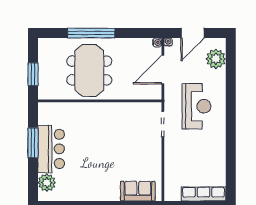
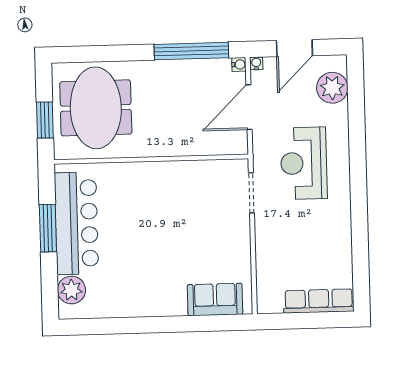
window: (91, 33) -> (191, 51), moved
meeting table: (89, 70) -> (96, 108), moved
reception desk: (196, 106) -> (304, 163), turned 180
bar counter: (51, 149) -> (76, 223), width x1.36

